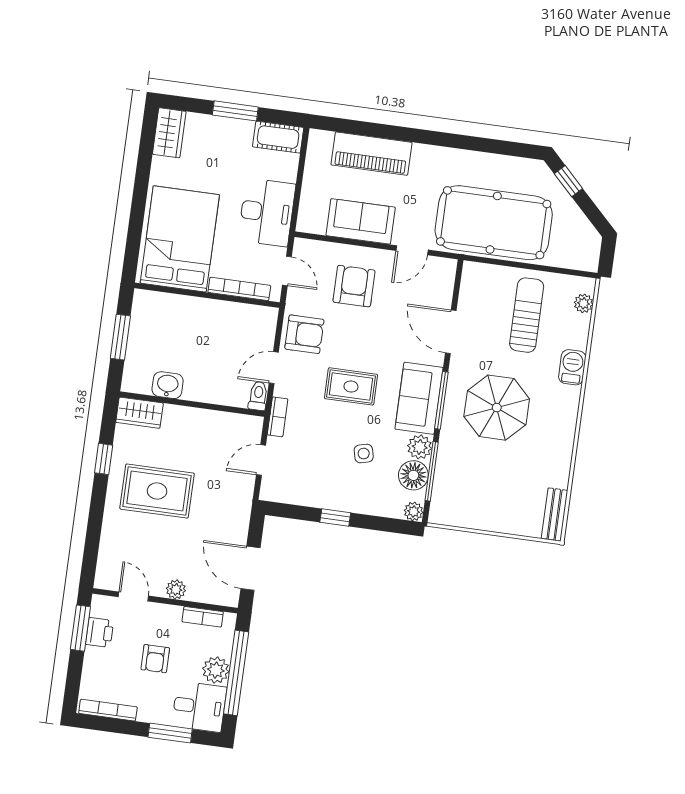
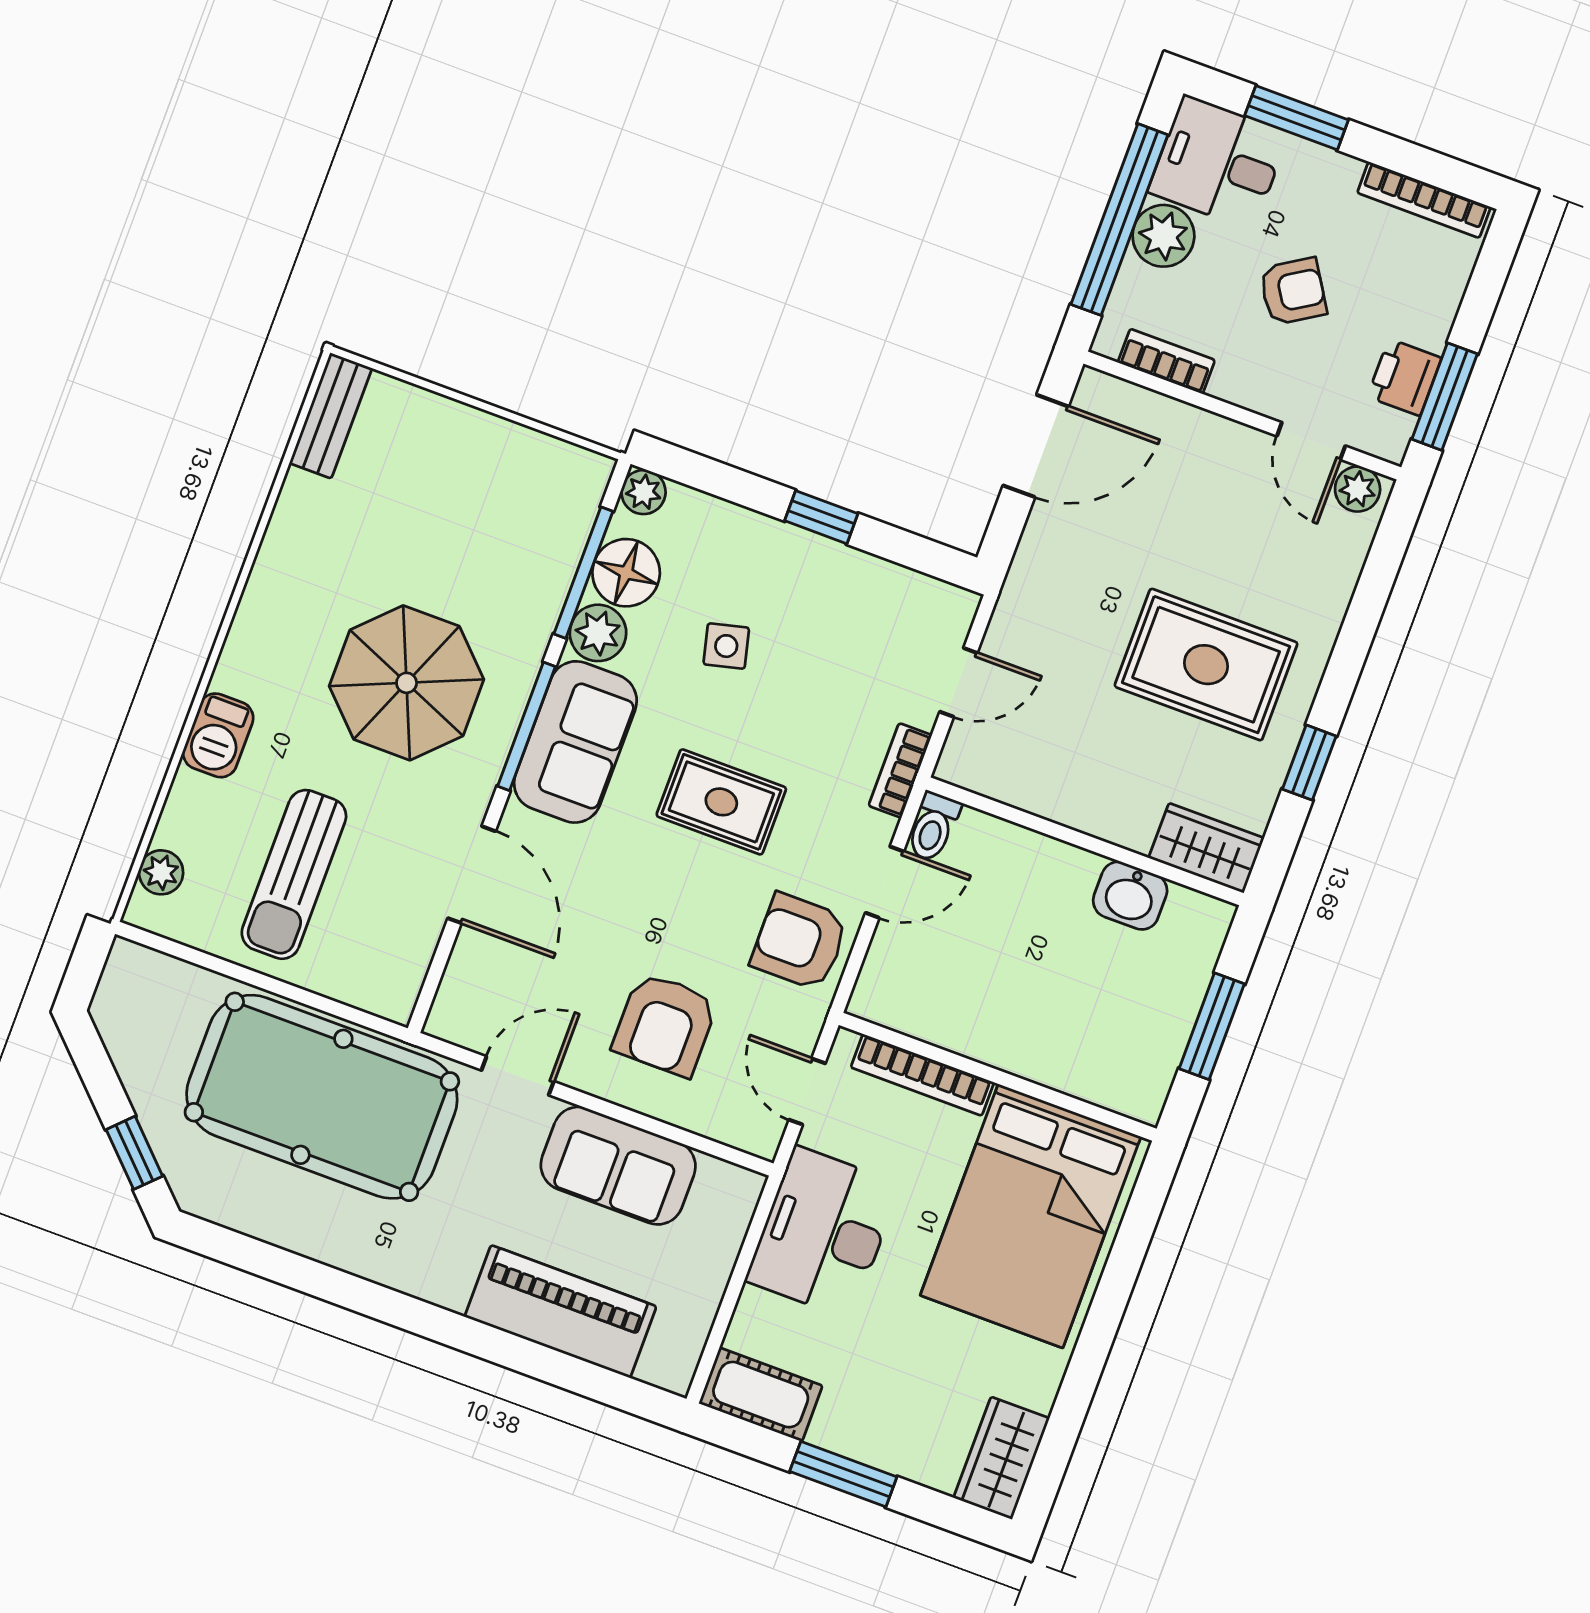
door: (250, 568) -> (1036, 446), hinge flipped
plant: (176, 589) -> (1358, 489), moved
armchair: (155, 659) -> (1293, 291), turned 58

